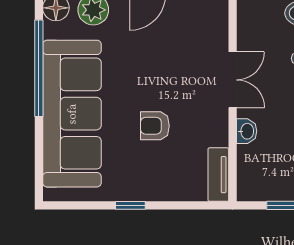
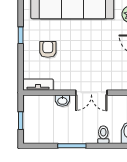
armchair: (155, 126) -> (48, 49), moved

